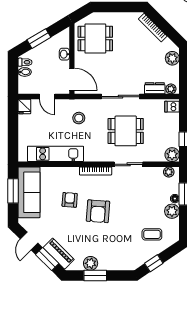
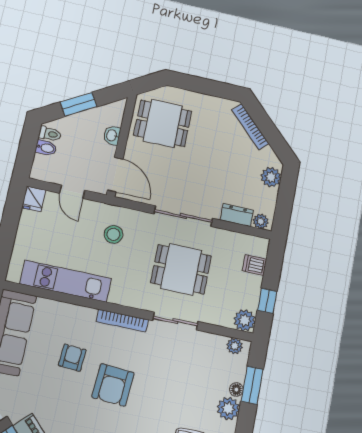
dishwasher: (172, 107) -> (254, 265), moved

